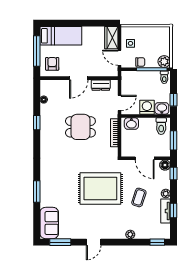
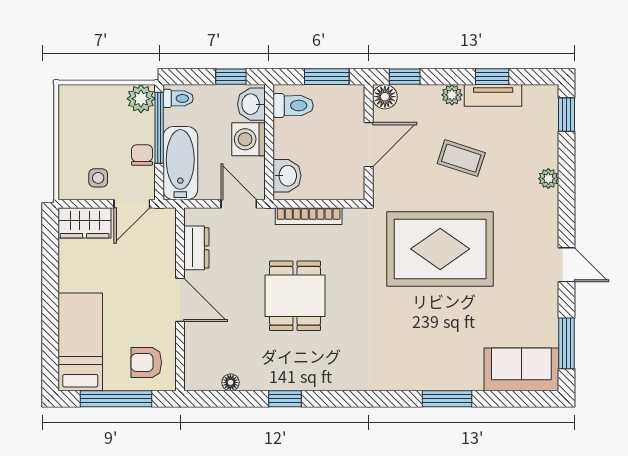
bathtub: (137, 78) -> (180, 163), added
rug: (100, 189) -> (440, 249), turned 90

